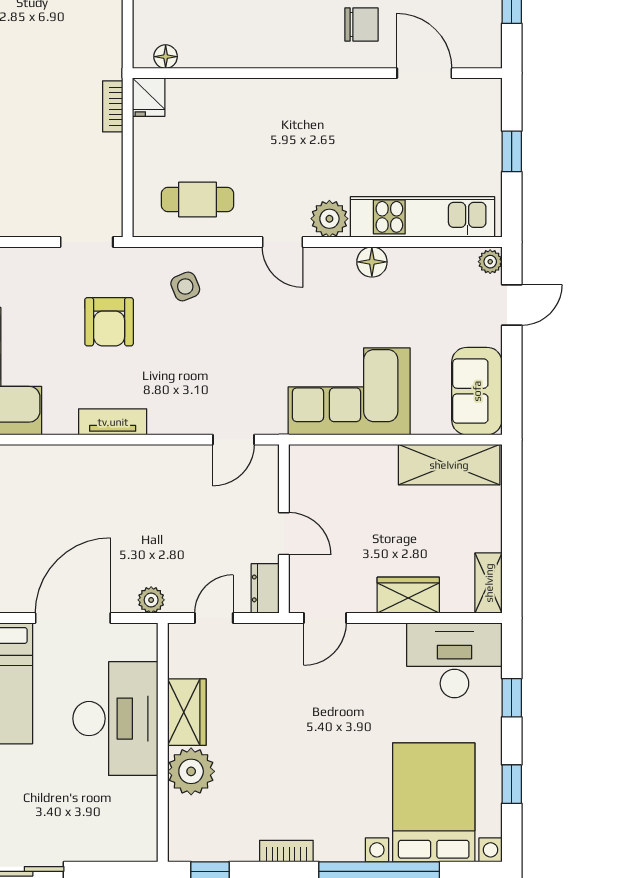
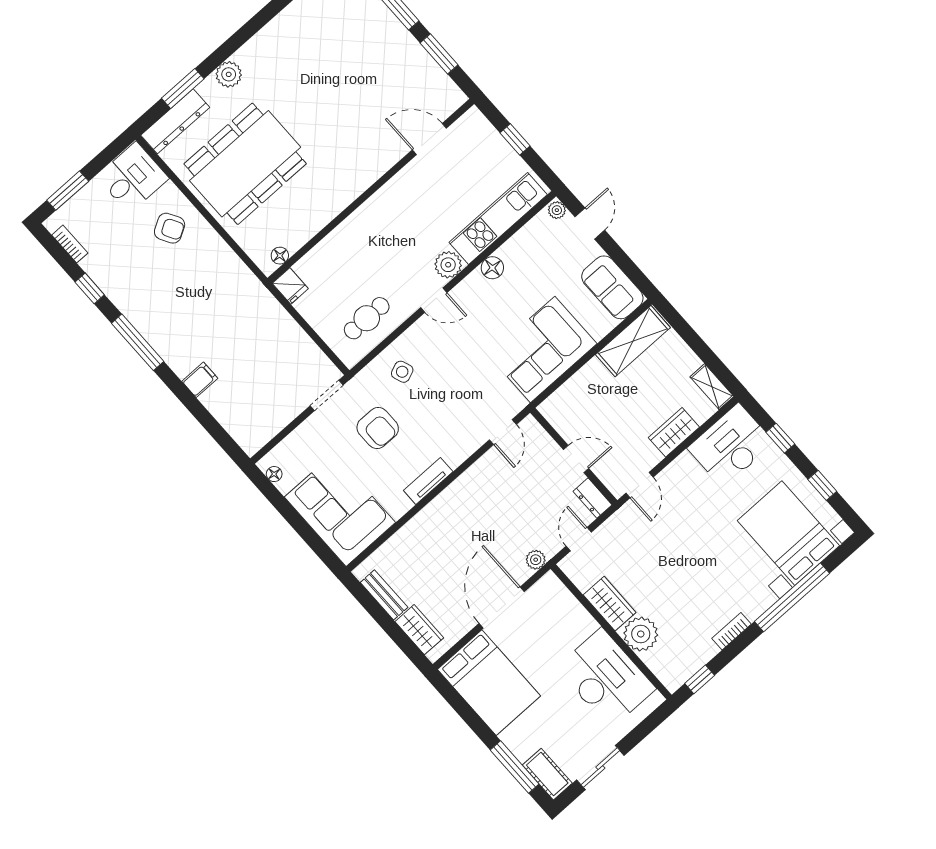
chair: (361, 24) -> (371, 143), removed
bookcase: (113, 106) -> (275, 308), removed
desk: (115, 719) -> (606, 678), moved

